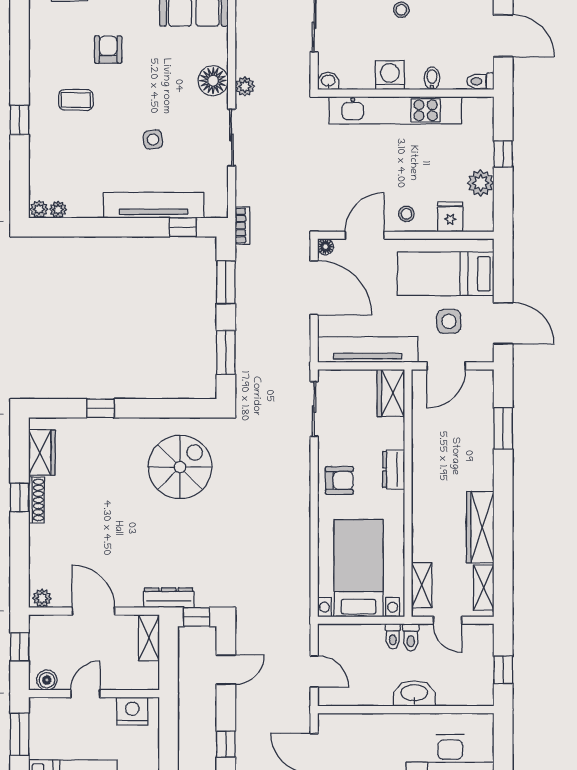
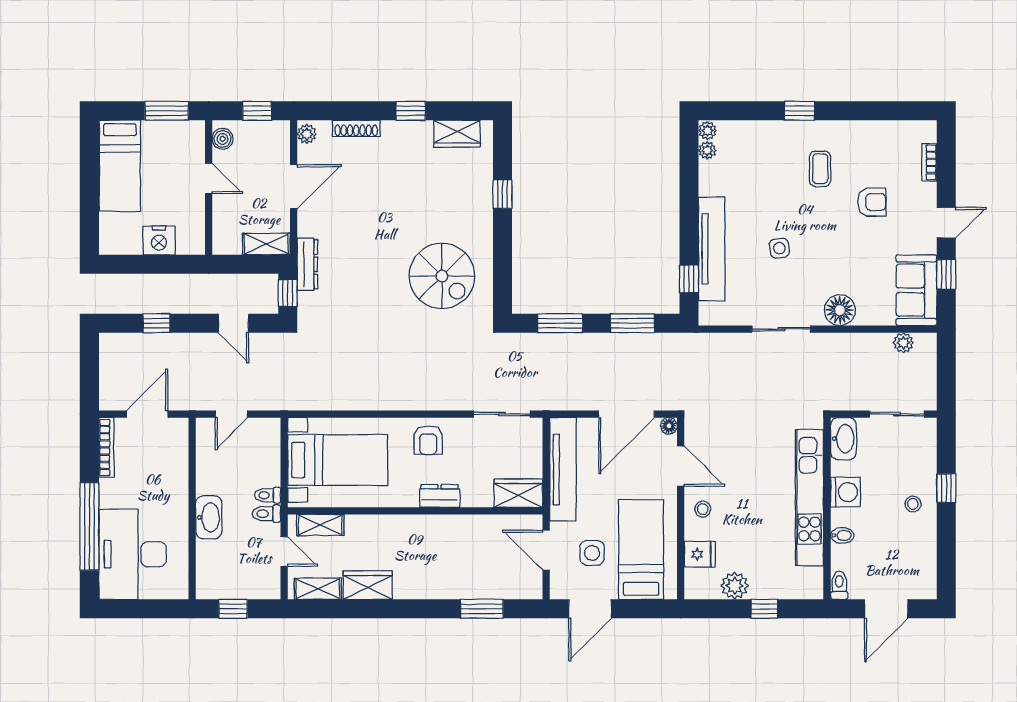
washbasin: (328, 81) -> (843, 439), width x1.91, depth x1.45
plant: (245, 86) -> (903, 343), moved
bookcase: (242, 226) -> (691, 340), removed
shoe rack: (37, 500) -> (356, 128), moved
wardrobe: (480, 527) -> (368, 585), width x0.67
door: (447, 620) -> (284, 551), swing flipped
nightstand: (132, 711) -> (159, 240), moved, turned 90

